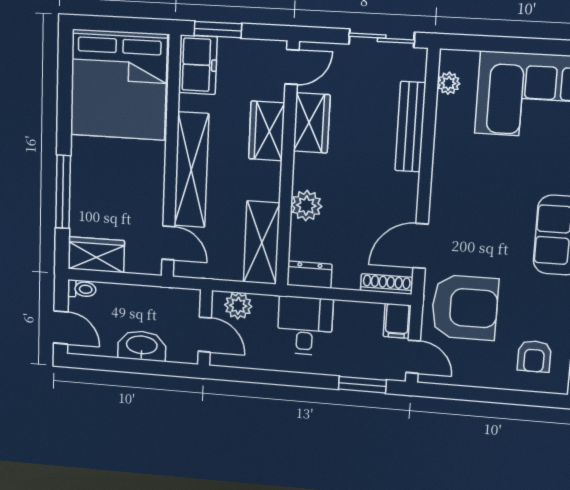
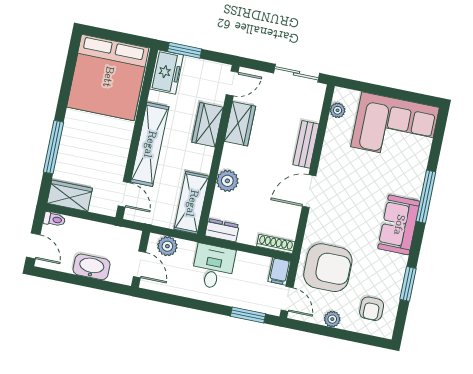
bench: (410, 127) -> (306, 144), width x0.73
door: (421, 246) -> (309, 191), moved
plant: (480, 377) -> (332, 319), added

